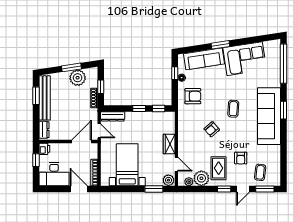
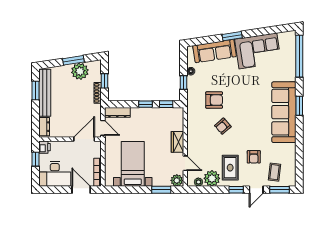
window: (175, 73) -> (184, 83), moved
armchair: (193, 96) -> (214, 100), moved
coffee table: (233, 109) -> (246, 104), removed

